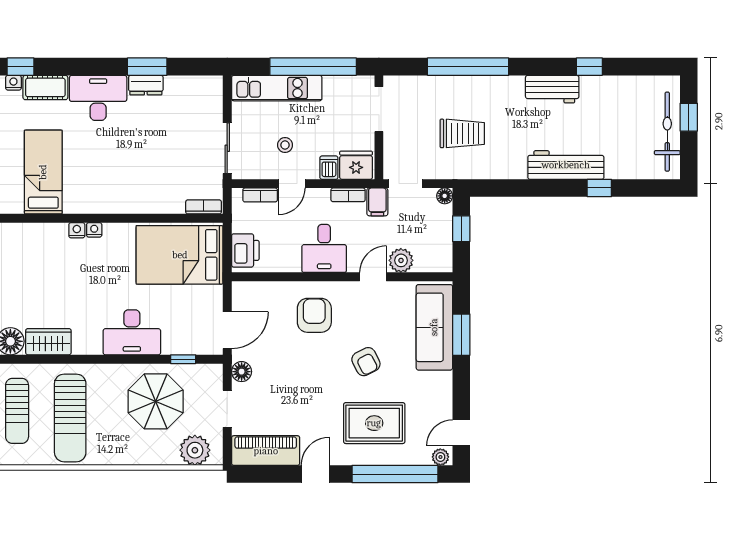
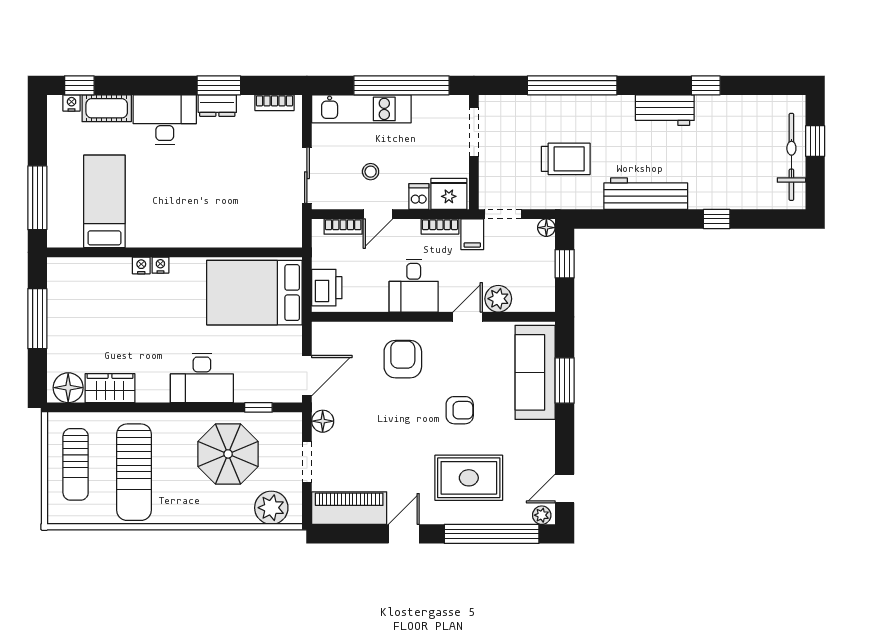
workbench: (566, 165) -> (646, 194), moved
bookcase: (204, 207) -> (274, 103), moved, turned 180
armchair: (366, 362) -> (460, 410), turned -63

